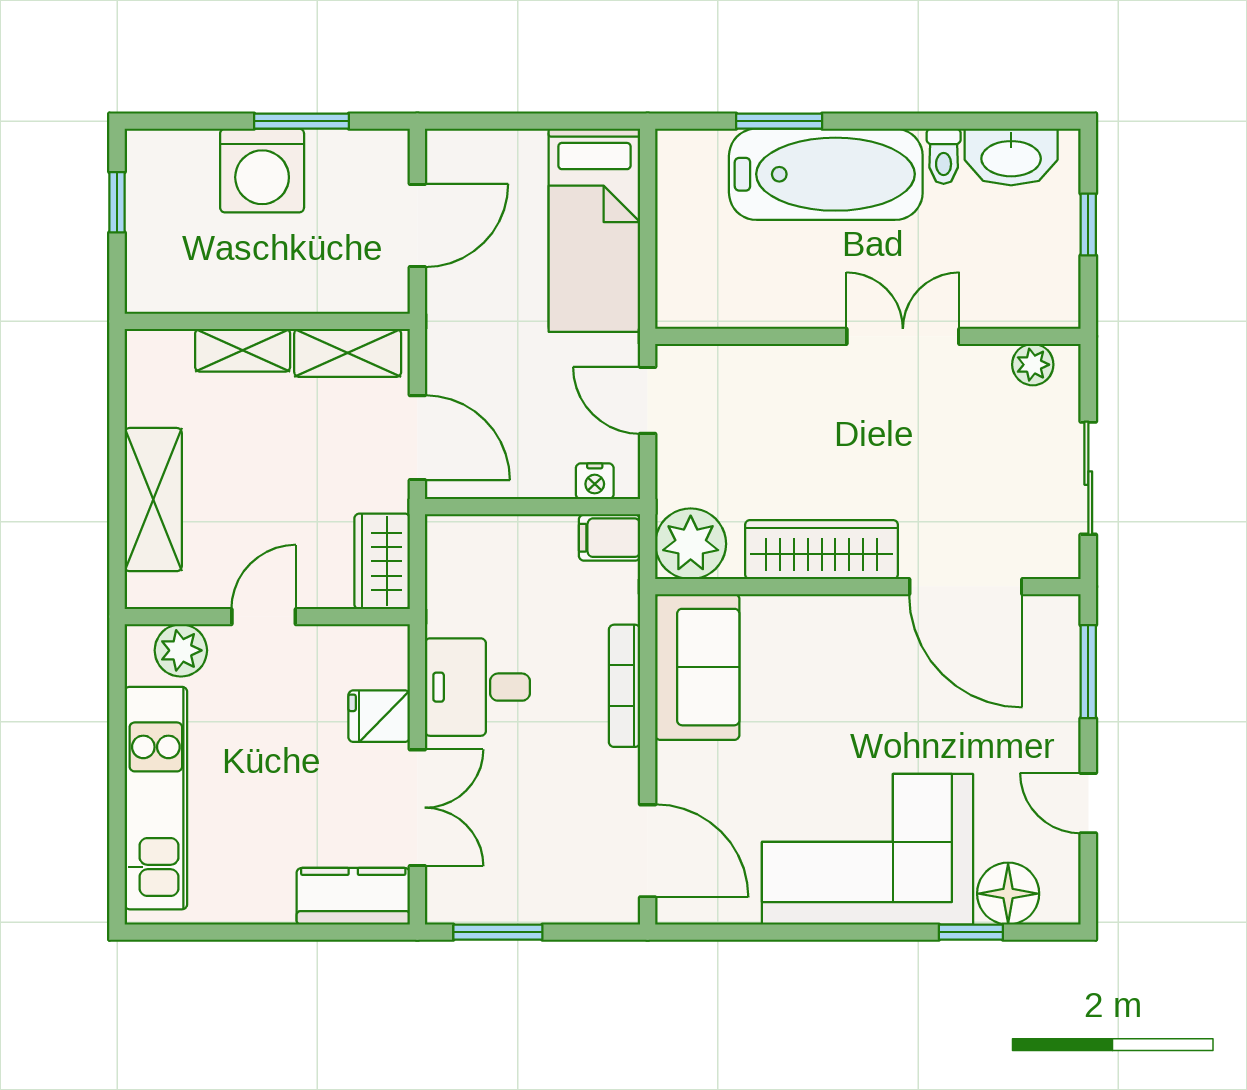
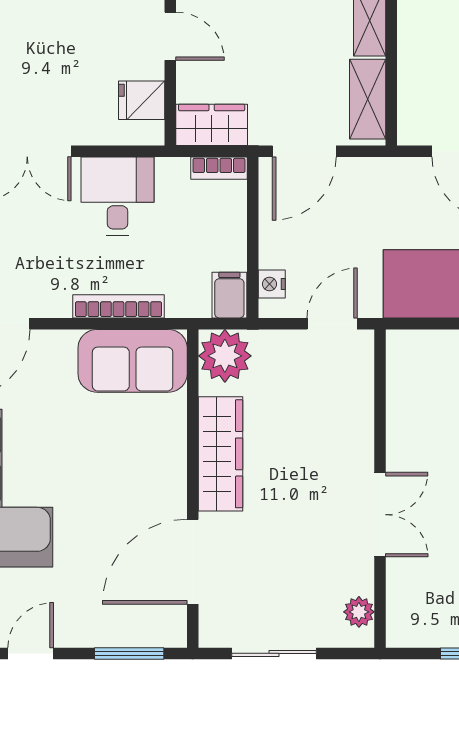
bookcase: (440, 552) -> (219, 168), added
fridge: (379, 716) -> (142, 100), moved, turned -90

